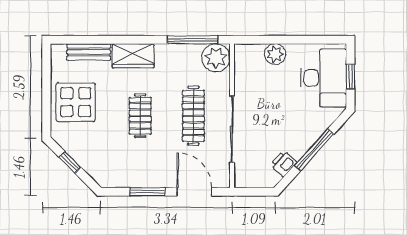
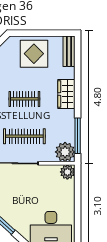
bench: (89, 52) -> (69, 51), moved
plant: (275, 54) -> (67, 172), moved

